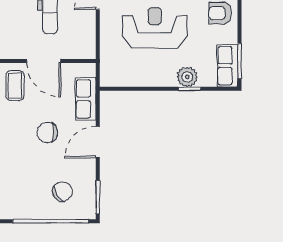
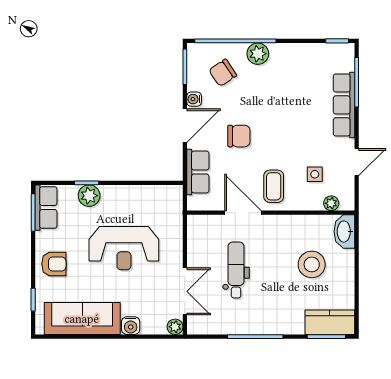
water cooler: (89, 167) -> (194, 99), added
plant: (30, 209) -> (258, 54), added

